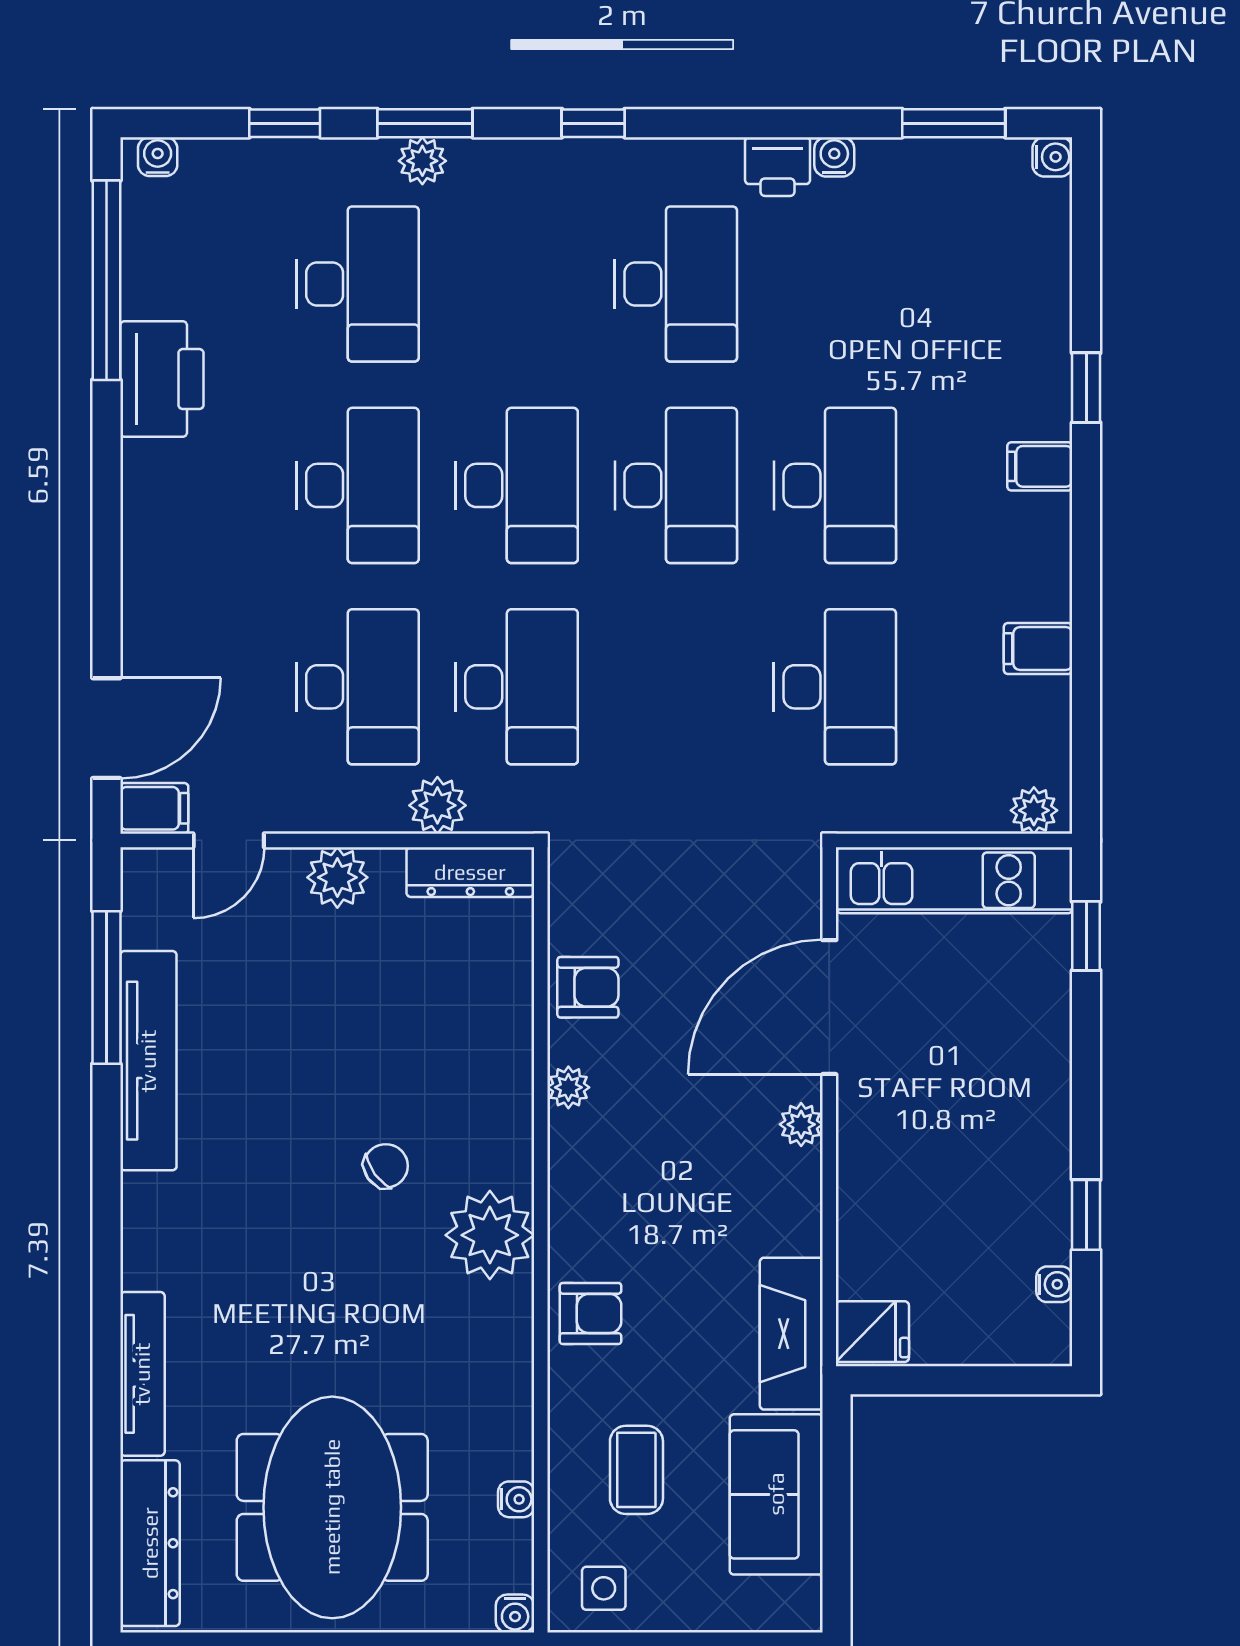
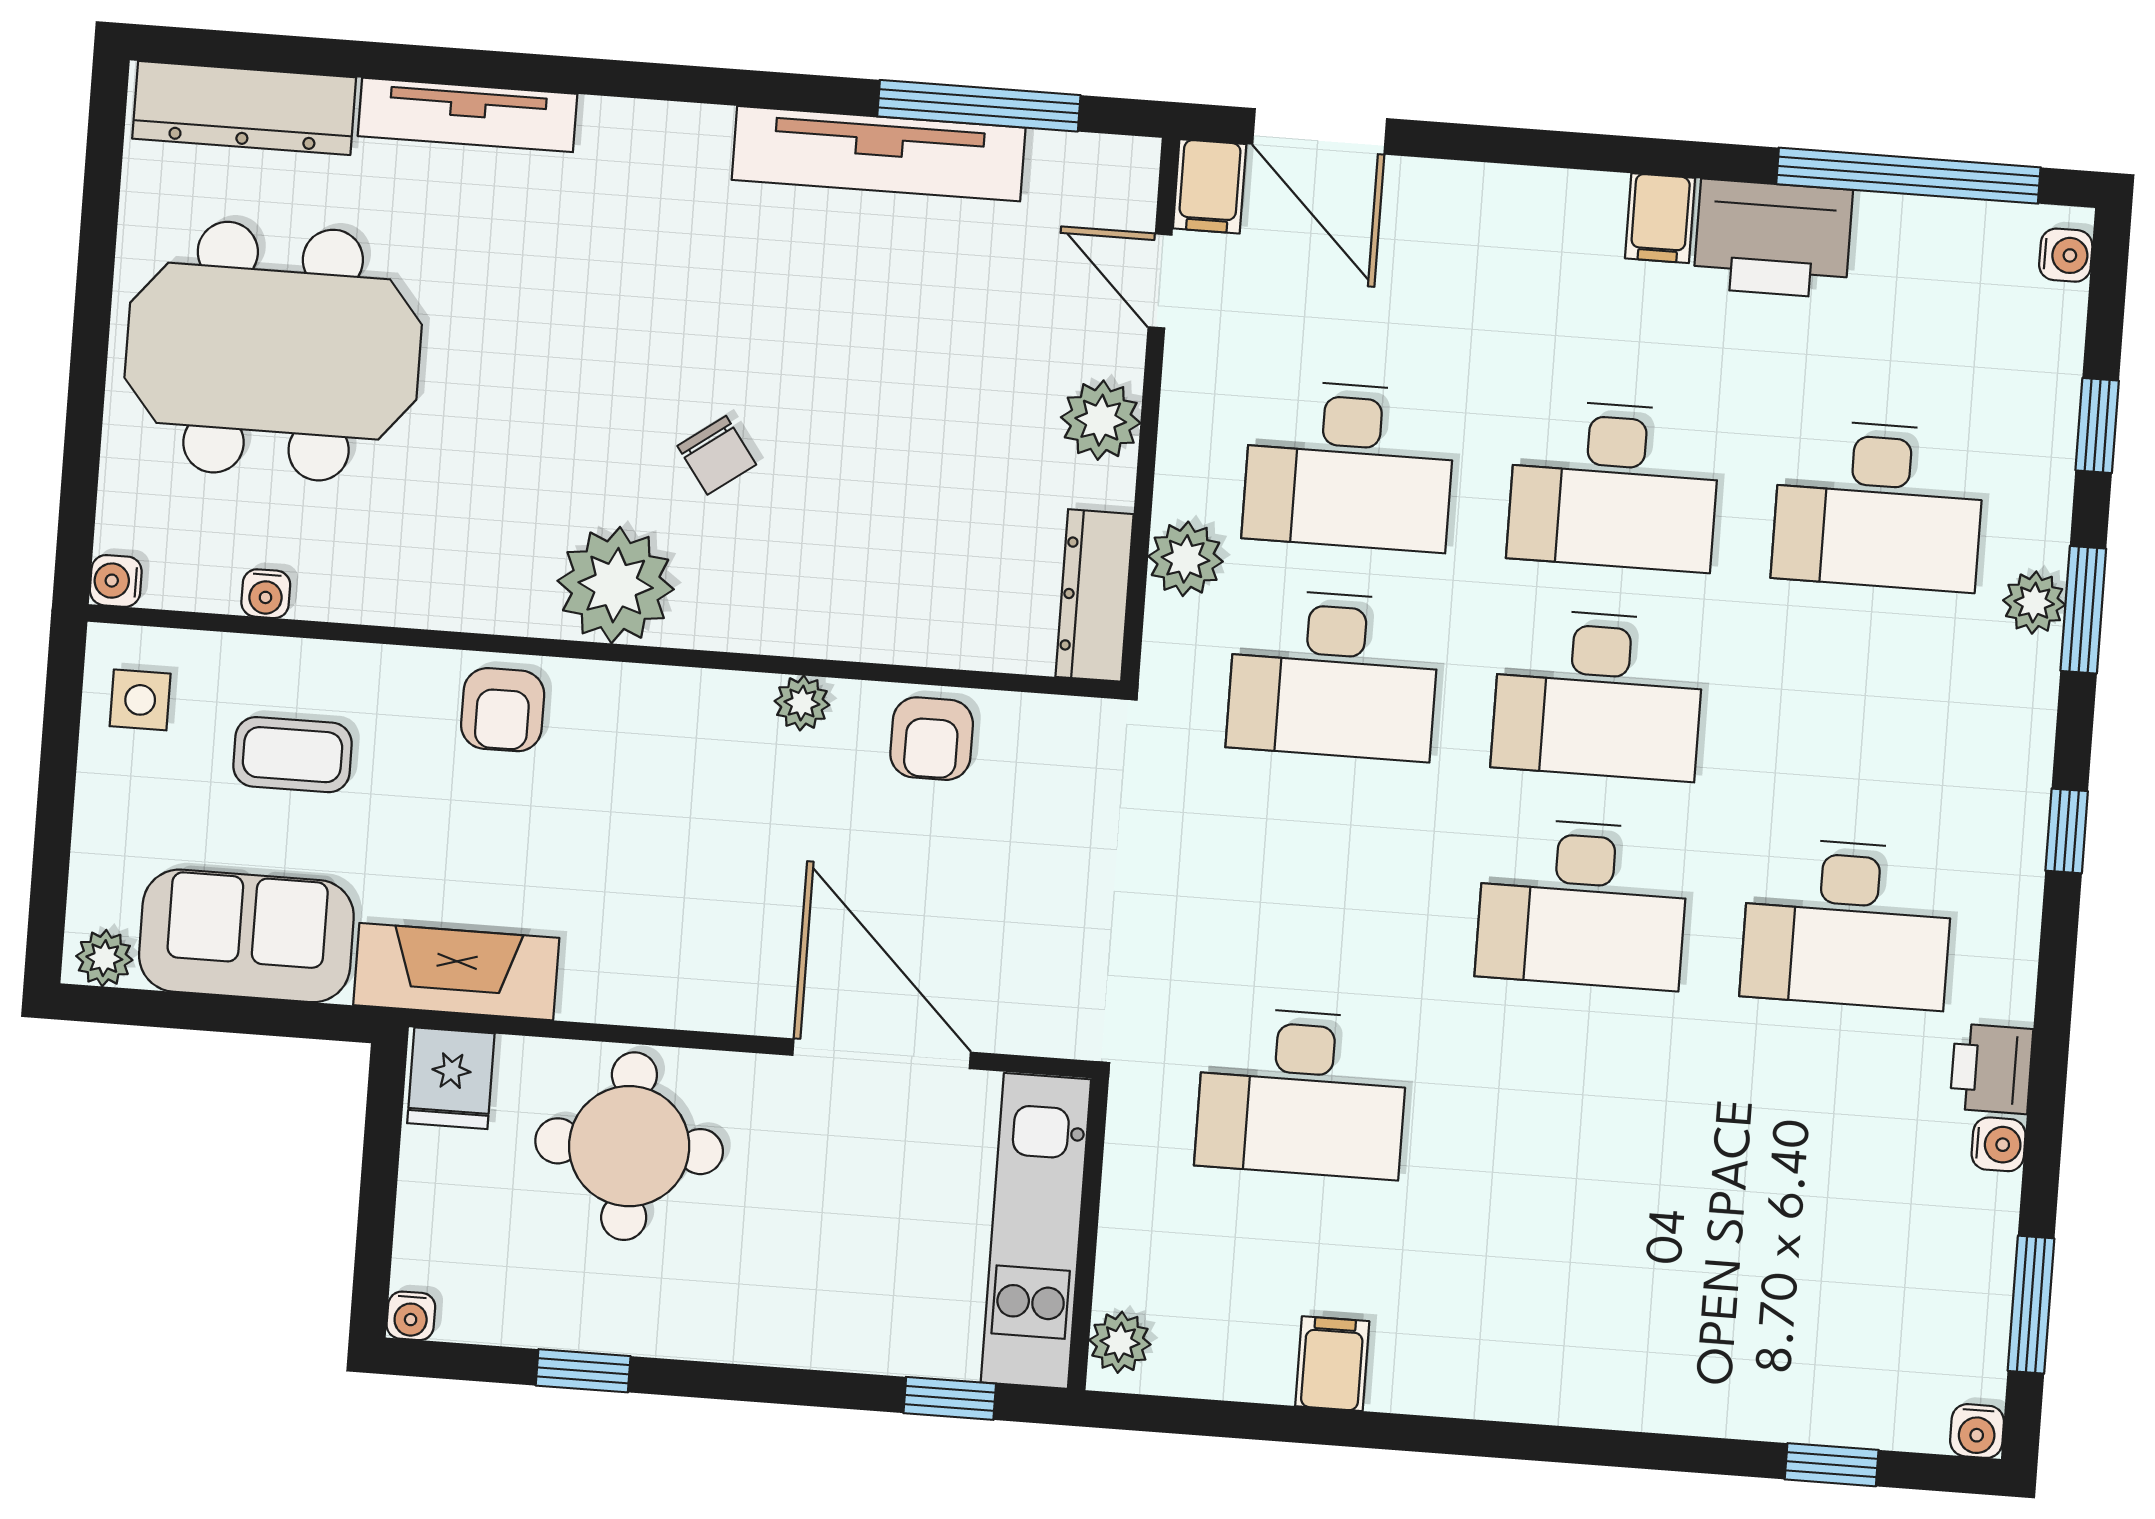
window: (1086, 388) -> (1832, 1465), moved
filing cabinet: (1040, 466) -> (1660, 218), moved, turned 180
desk: (835, 485) -> (1567, 1113), removed
plant: (801, 1124) -> (104, 958), moved
round table: (914, 1193) -> (629, 1146), added
water cooler: (1054, 1284) -> (411, 1316), moved

